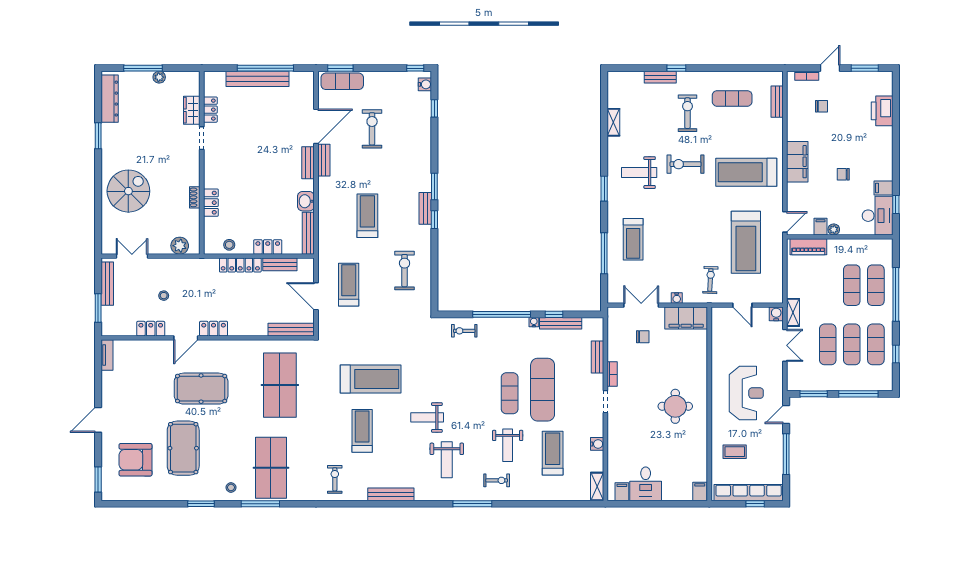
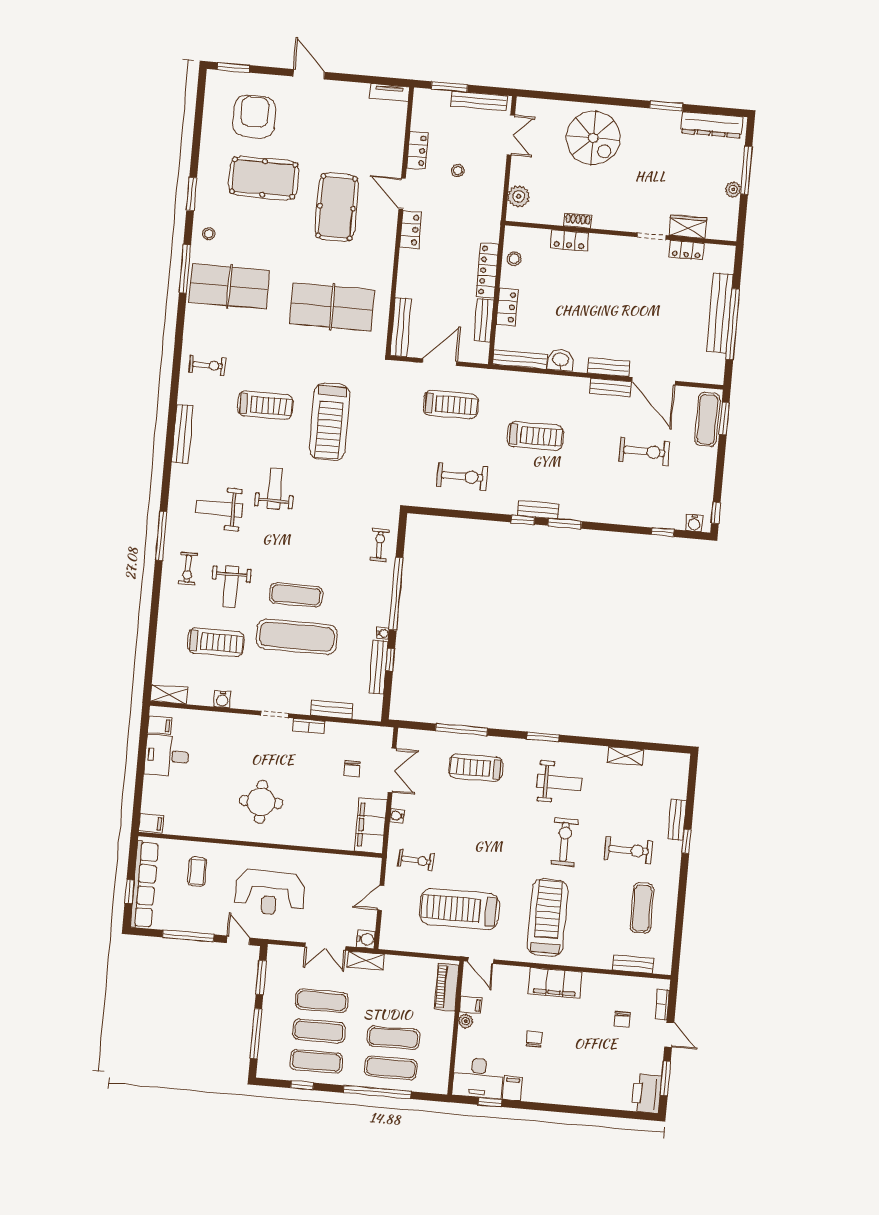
printer: (882, 111) -> (647, 1093), moved, turned -90
weight bench: (639, 173) -> (559, 783), turned 90
weight bench: (508, 445) -> (231, 587), turned -90

